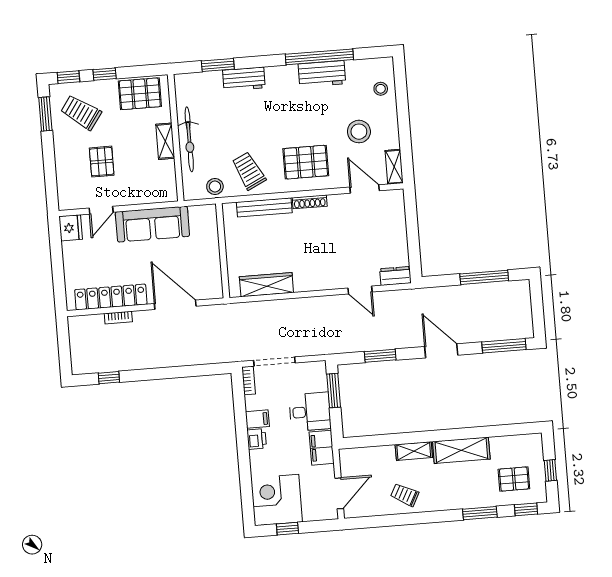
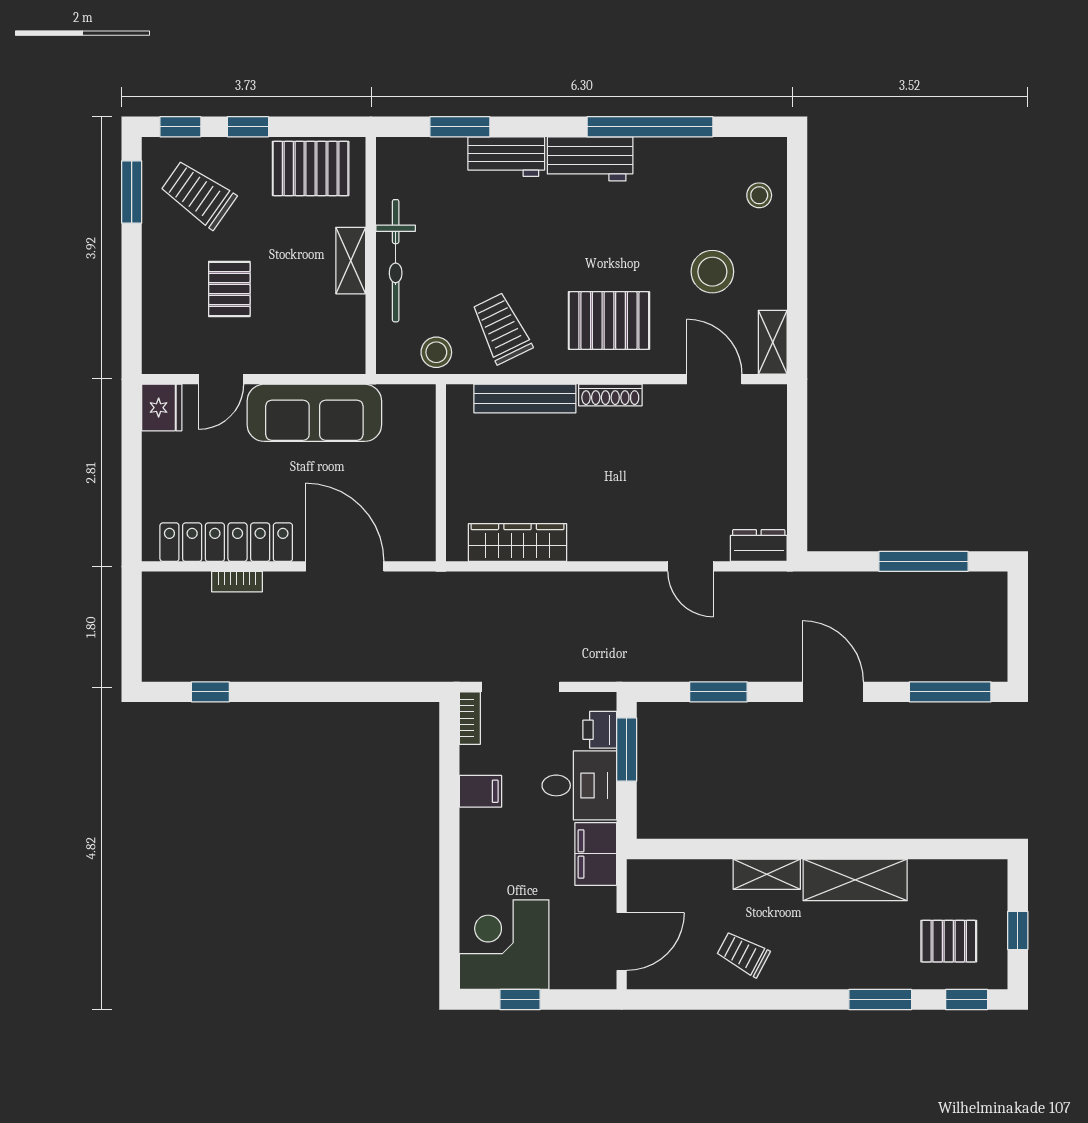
workbench: (322, 74) -> (590, 159), moved
printer: (257, 439) -> (600, 730), moved, turned 180

